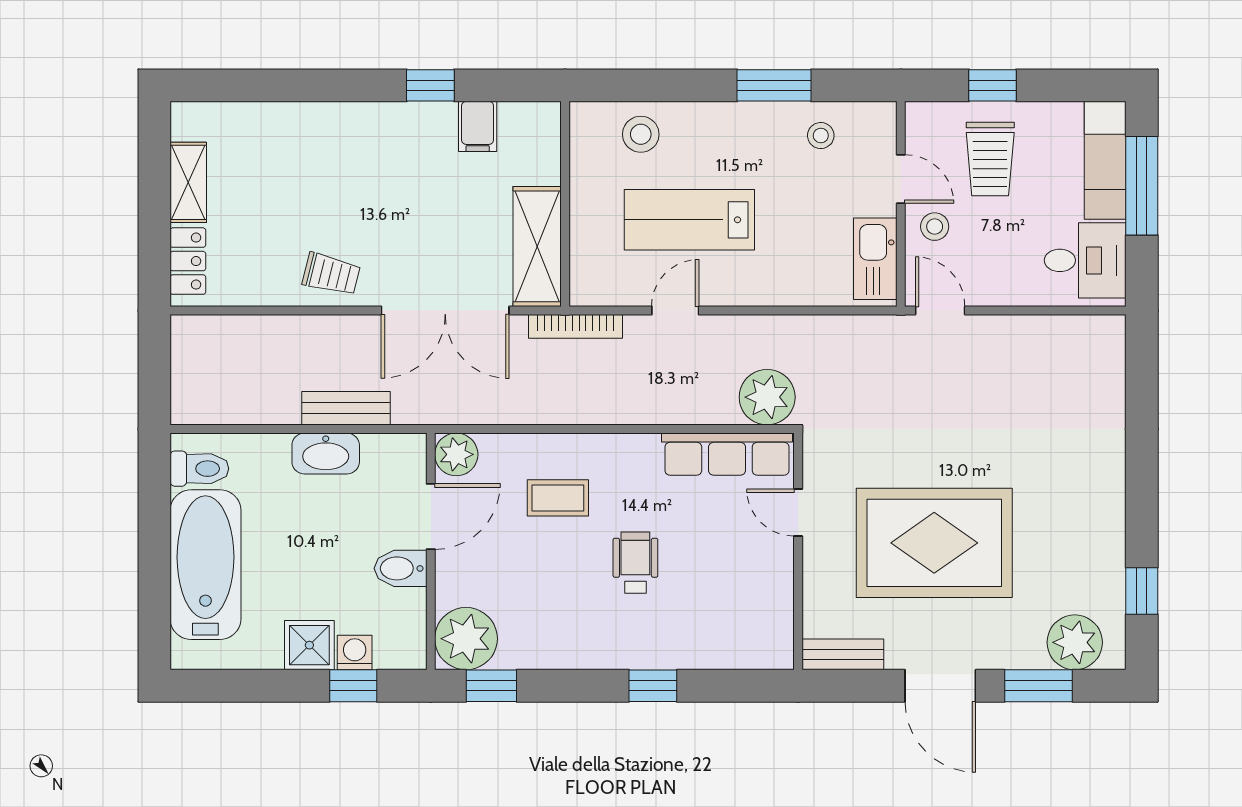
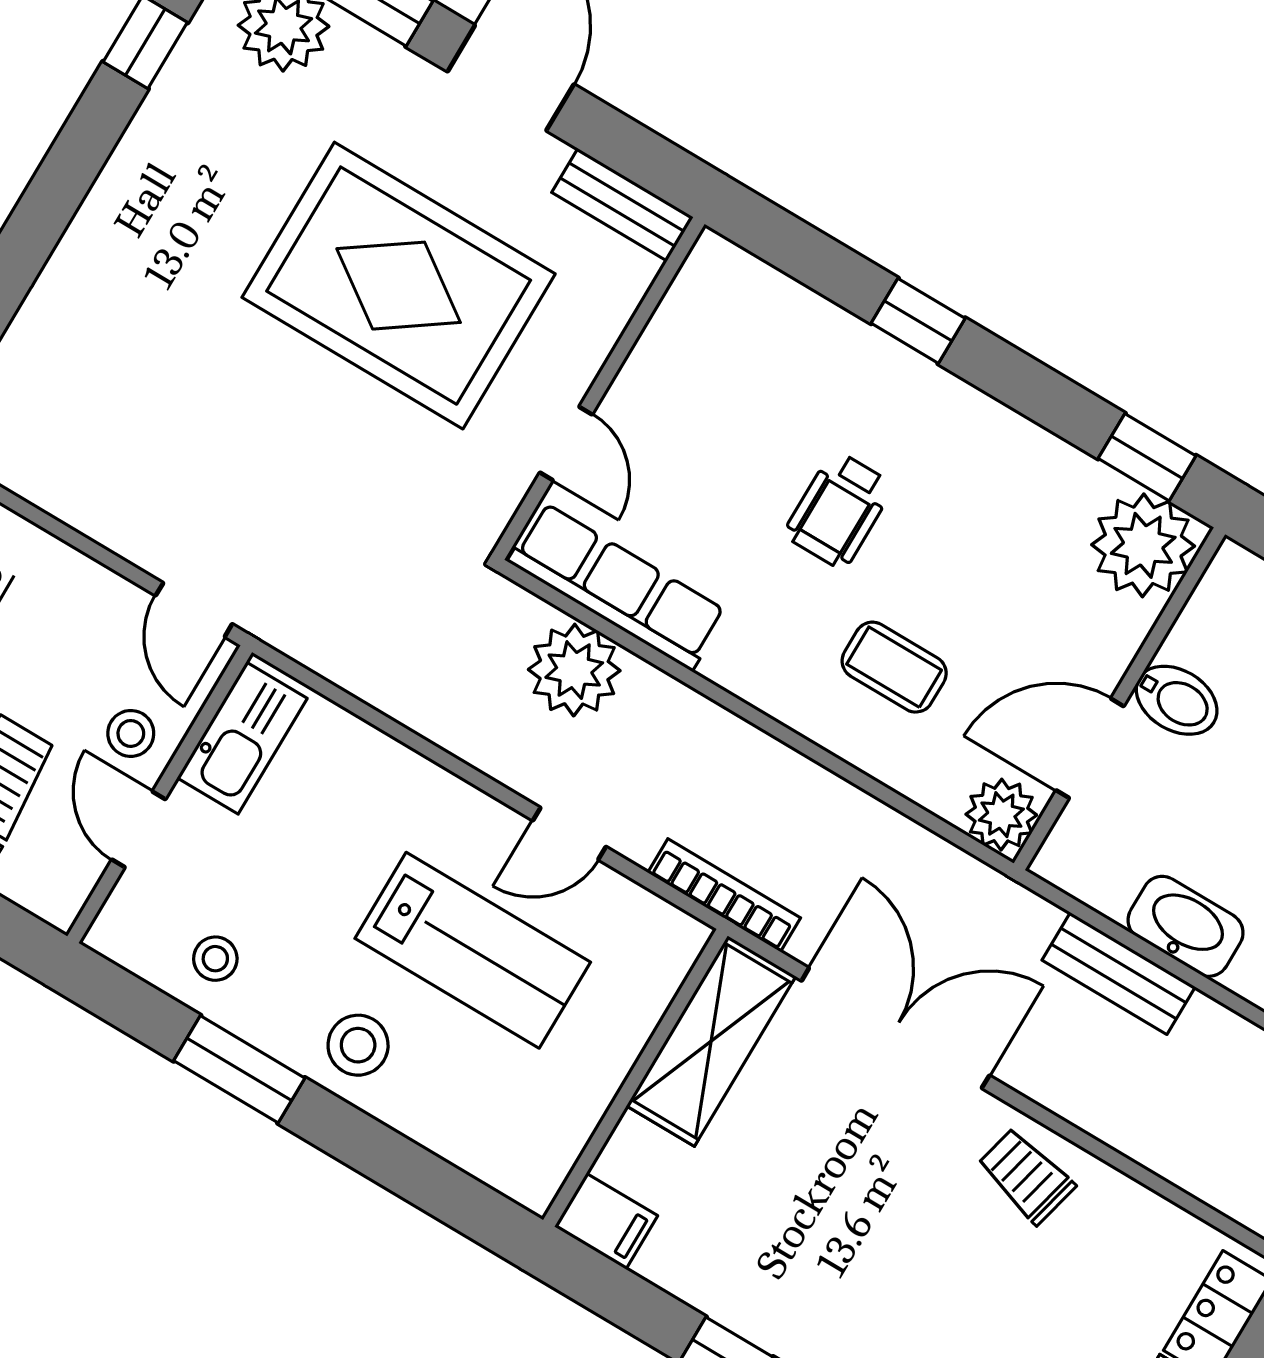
filing cabinet: (478, 126) -> (606, 1221), moved, turned 90
stool: (641, 134) -> (358, 1045), moved
plant: (767, 397) -> (574, 670), moved

